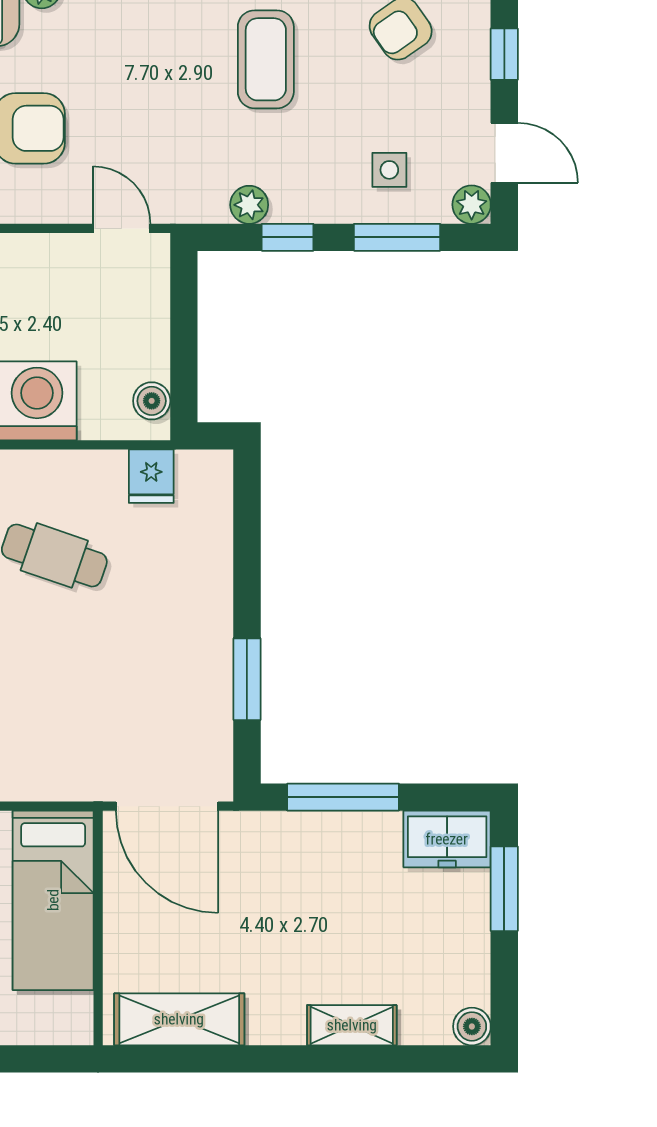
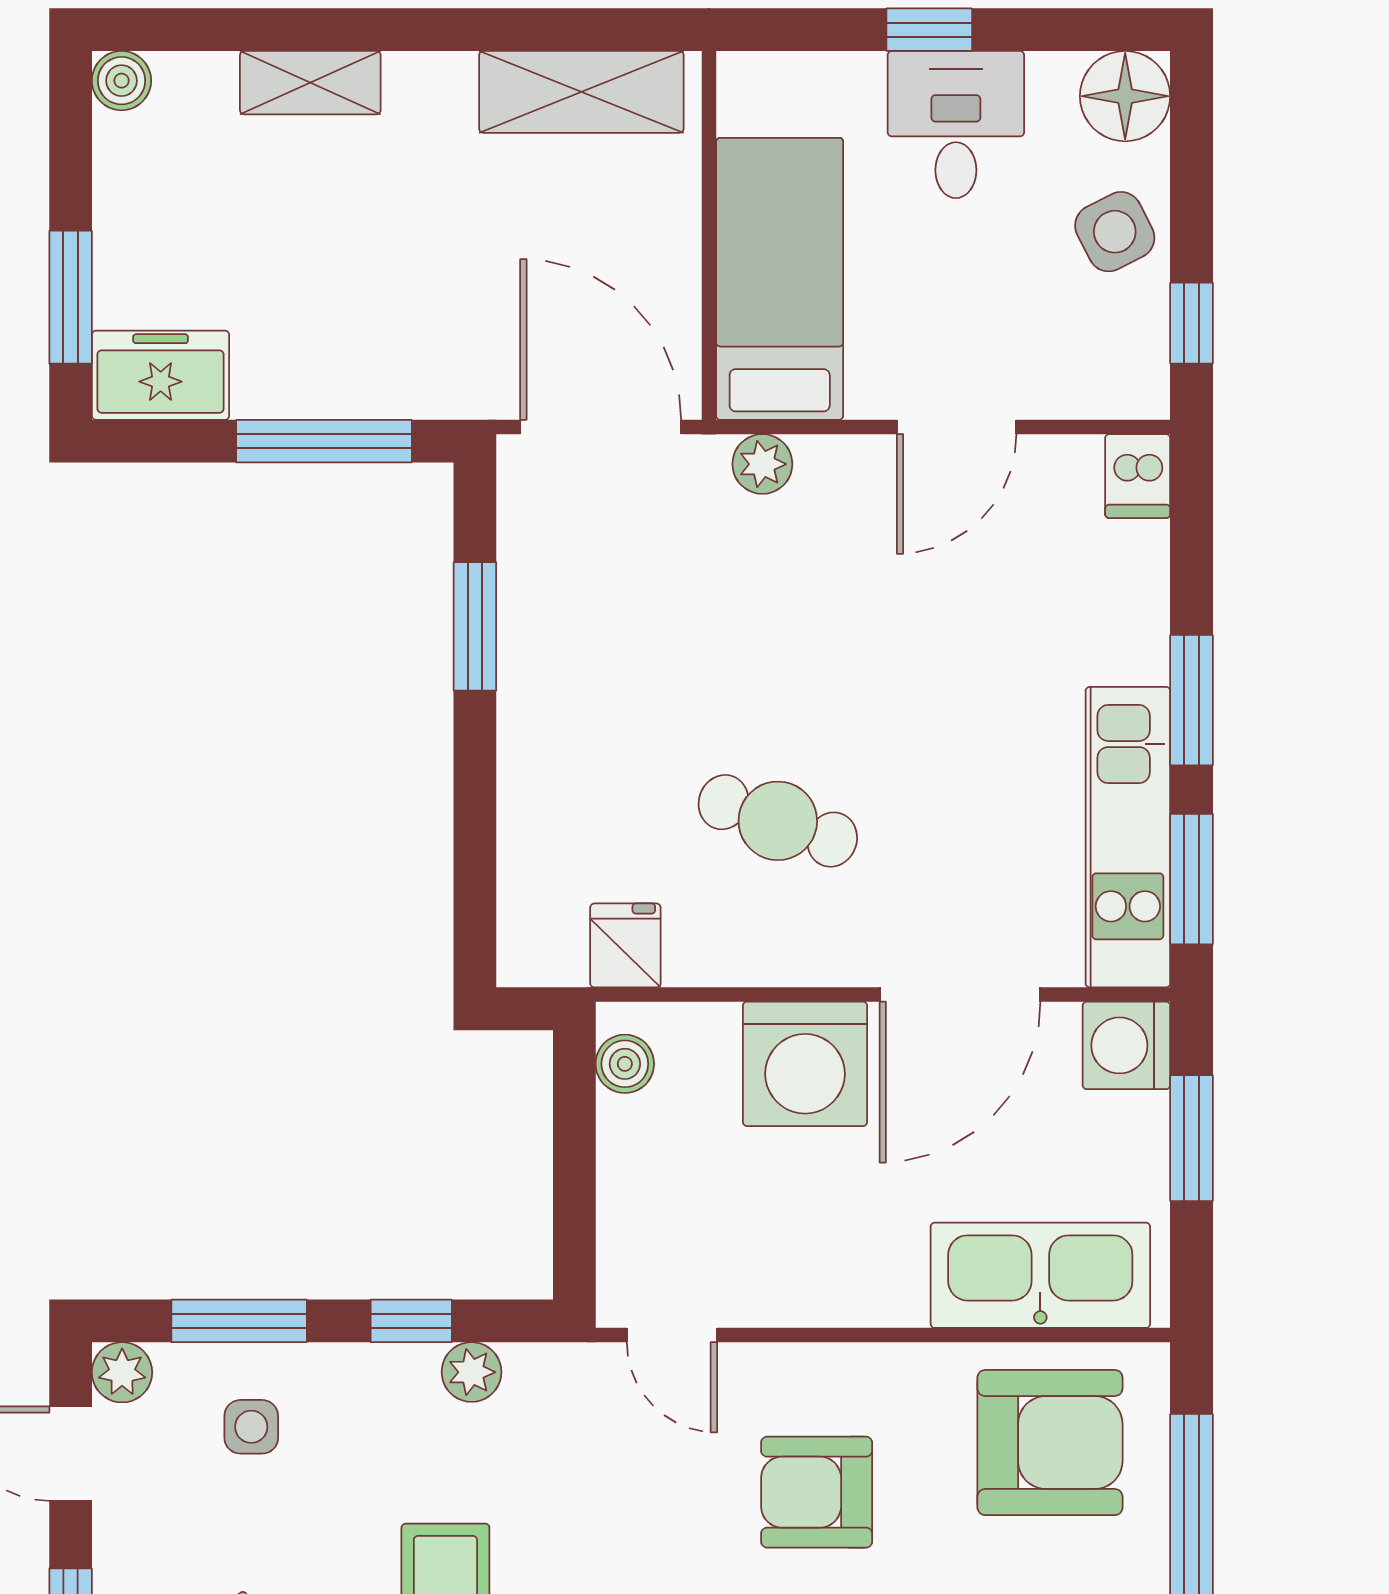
plant: (64, 783) -> (762, 464), added

